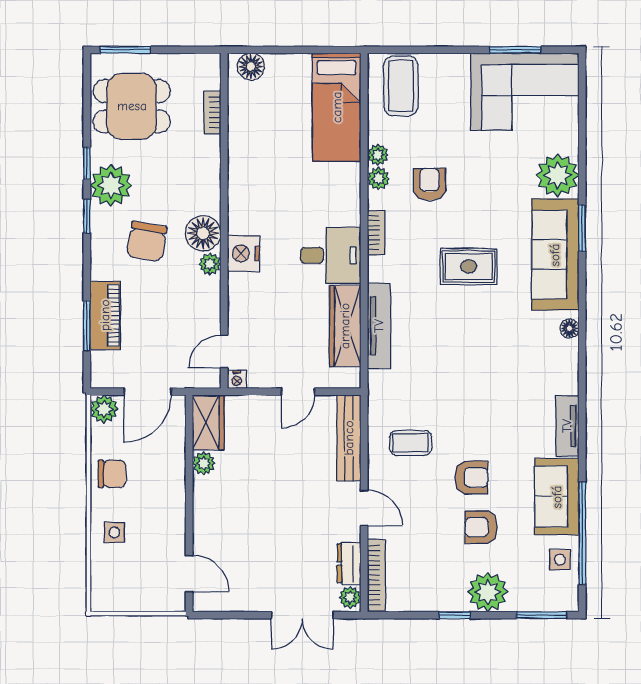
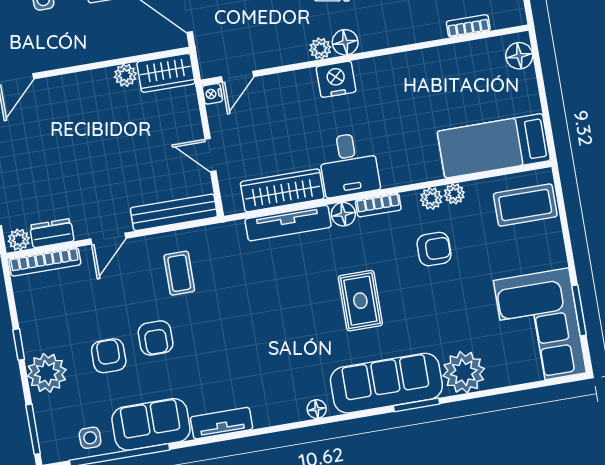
floor lamp: (203, 233) -> (345, 42), width x0.73, depth x0.73
floor lamp: (379, 269) -> (343, 214), added
door: (224, 351) -> (237, 77), swing flipped

